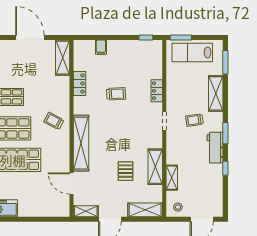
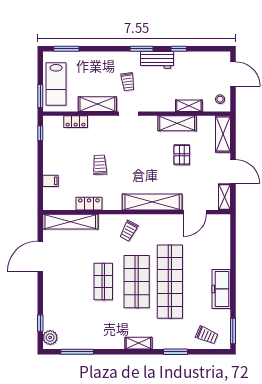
shelving: (63, 58) -> (70, 222), width x1.47
locker: (157, 91) -> (76, 122), moved
shelving: (216, 93) -> (97, 104), moved
pallet: (126, 171) -> (182, 155), turned 90

